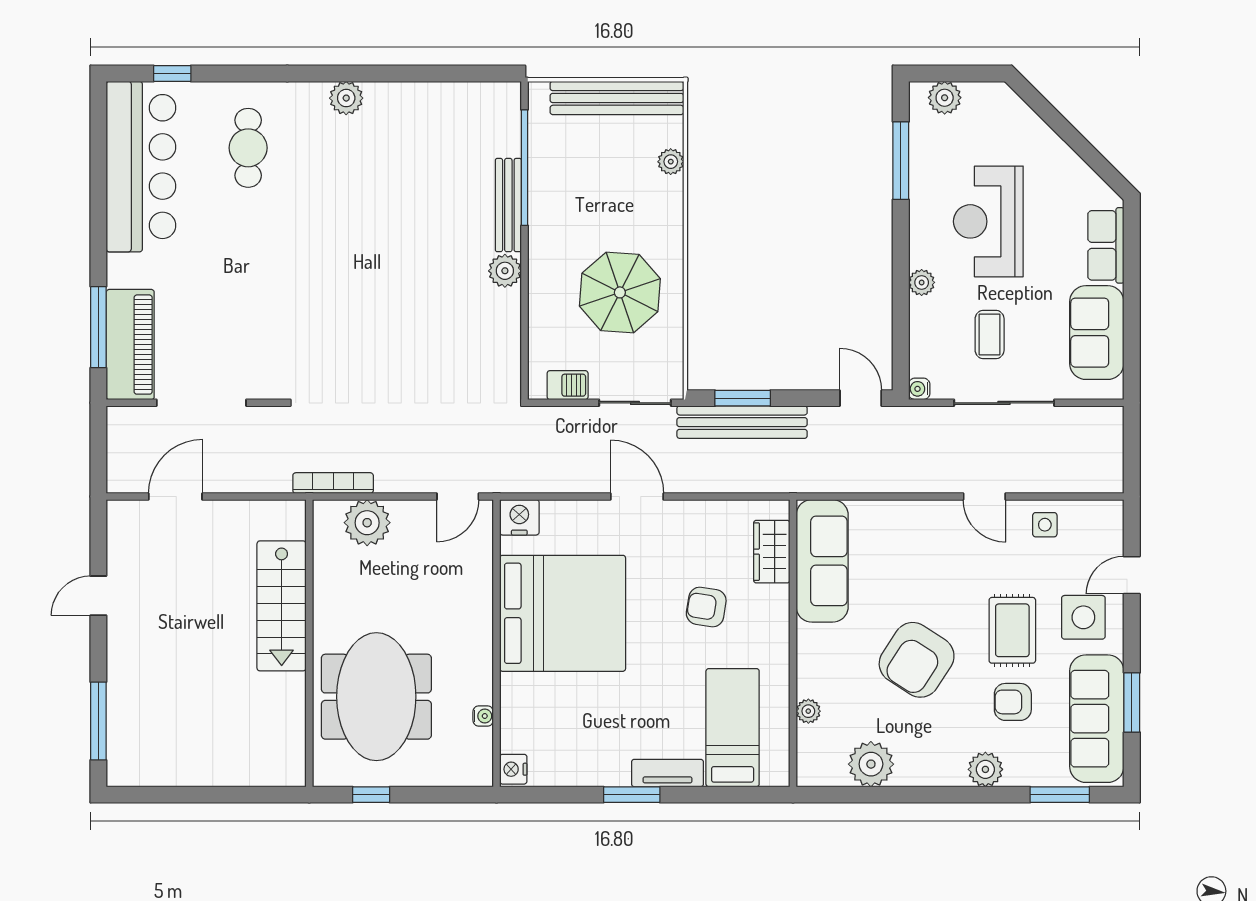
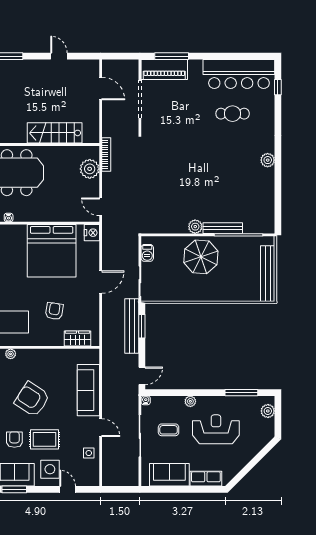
cafe table: (248, 148) -> (233, 114), moved
plant: (671, 162) -> (241, 296), removed
parasol: (620, 292) -> (201, 257), moved
door: (984, 496) -> (101, 428), swing flipped
sofa: (822, 561) -> (88, 390), moved, turned 90

